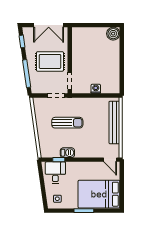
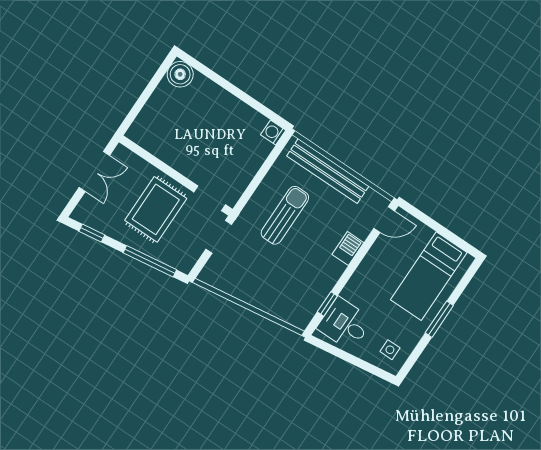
double door: (49, 25) -> (94, 171), width x0.73
washing machine: (96, 89) -> (273, 133), moved
sun lounger: (67, 123) -> (285, 215), moved
barbecue: (67, 153) -> (348, 249), moved
bed: (99, 194) -> (429, 276), width x0.67

